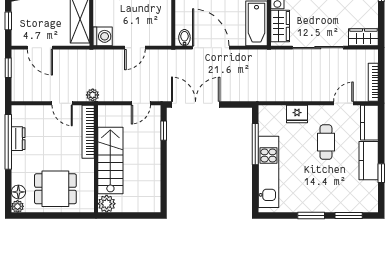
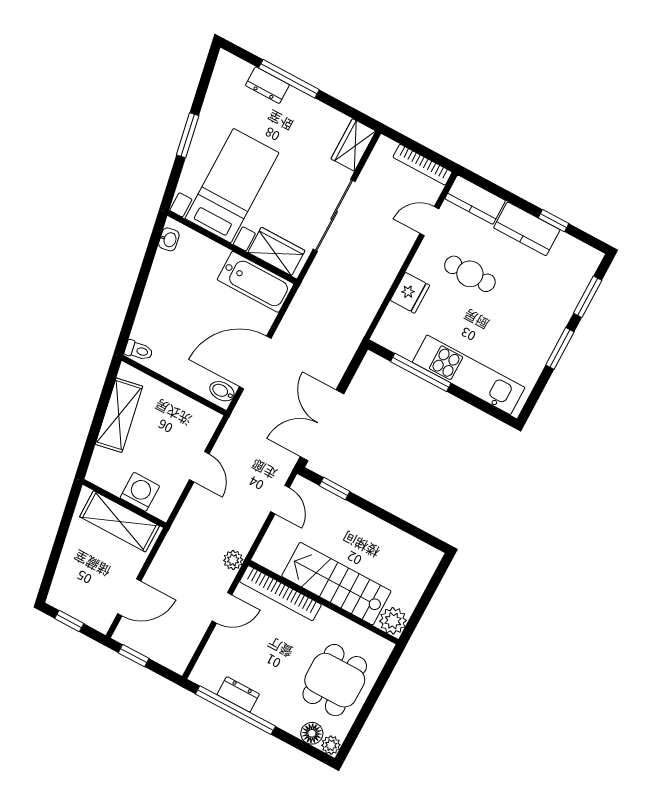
washing machine: (103, 36) -> (140, 492), moved
door: (343, 103) -> (429, 221), hinge flipped

